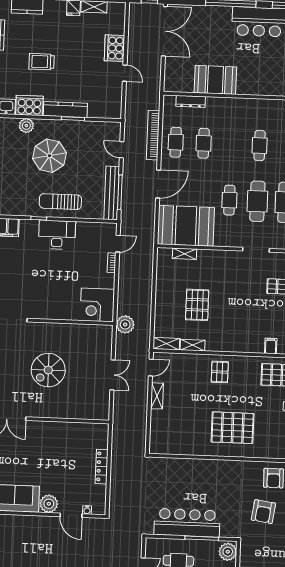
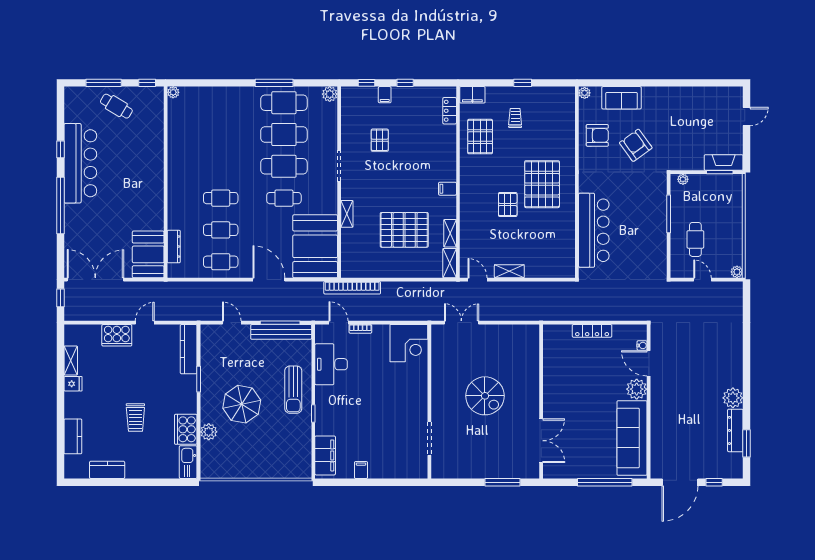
booth: (215, 80) -> (148, 254), moved
kitchen counter: (65, 109) -> (189, 349), moved
bookcase: (153, 135) -> (352, 288), moved
cafe table: (260, 146) -> (221, 198), moved
door: (122, 150) -> (232, 323), swing flipped
desk: (57, 235) -> (331, 364), moved
shelving: (185, 254) -> (347, 214), moved
pallet: (197, 305) -> (404, 230), width x1.37, depth x1.41
plant: (125, 324) -> (430, 311), removed
filing cabinet: (271, 346) -> (447, 189), moved
pallet: (220, 372) -> (508, 204), moved, turned 90
double door: (113, 375) -> (461, 323), moved
armchair: (263, 512) -> (636, 145), turned -134
door: (71, 515) -> (649, 363), swing flipped
bar counter: (187, 523) -> (594, 230), moved, turned 180
plant: (228, 552) -> (683, 179), width x0.53, depth x0.53

